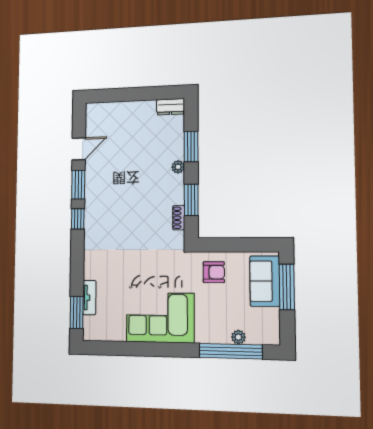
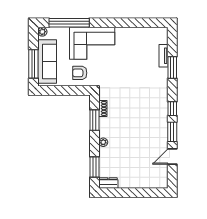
window: (191, 147) -> (94, 167), moved
sofa: (265, 281) -> (47, 62), width x1.36
window: (77, 313) -> (172, 68), moved
corner sofa: (160, 318) -> (92, 43), moved
plant: (238, 337) -> (42, 32), moved

